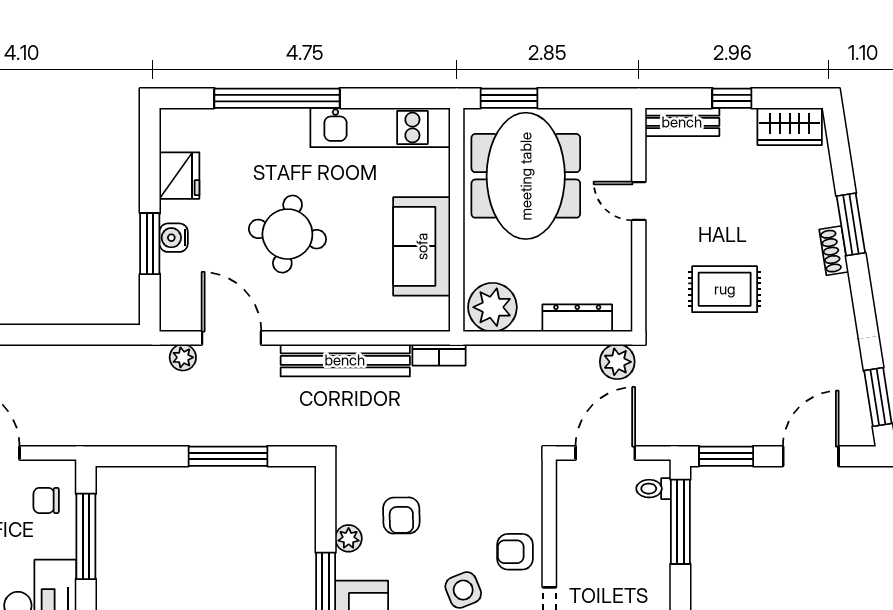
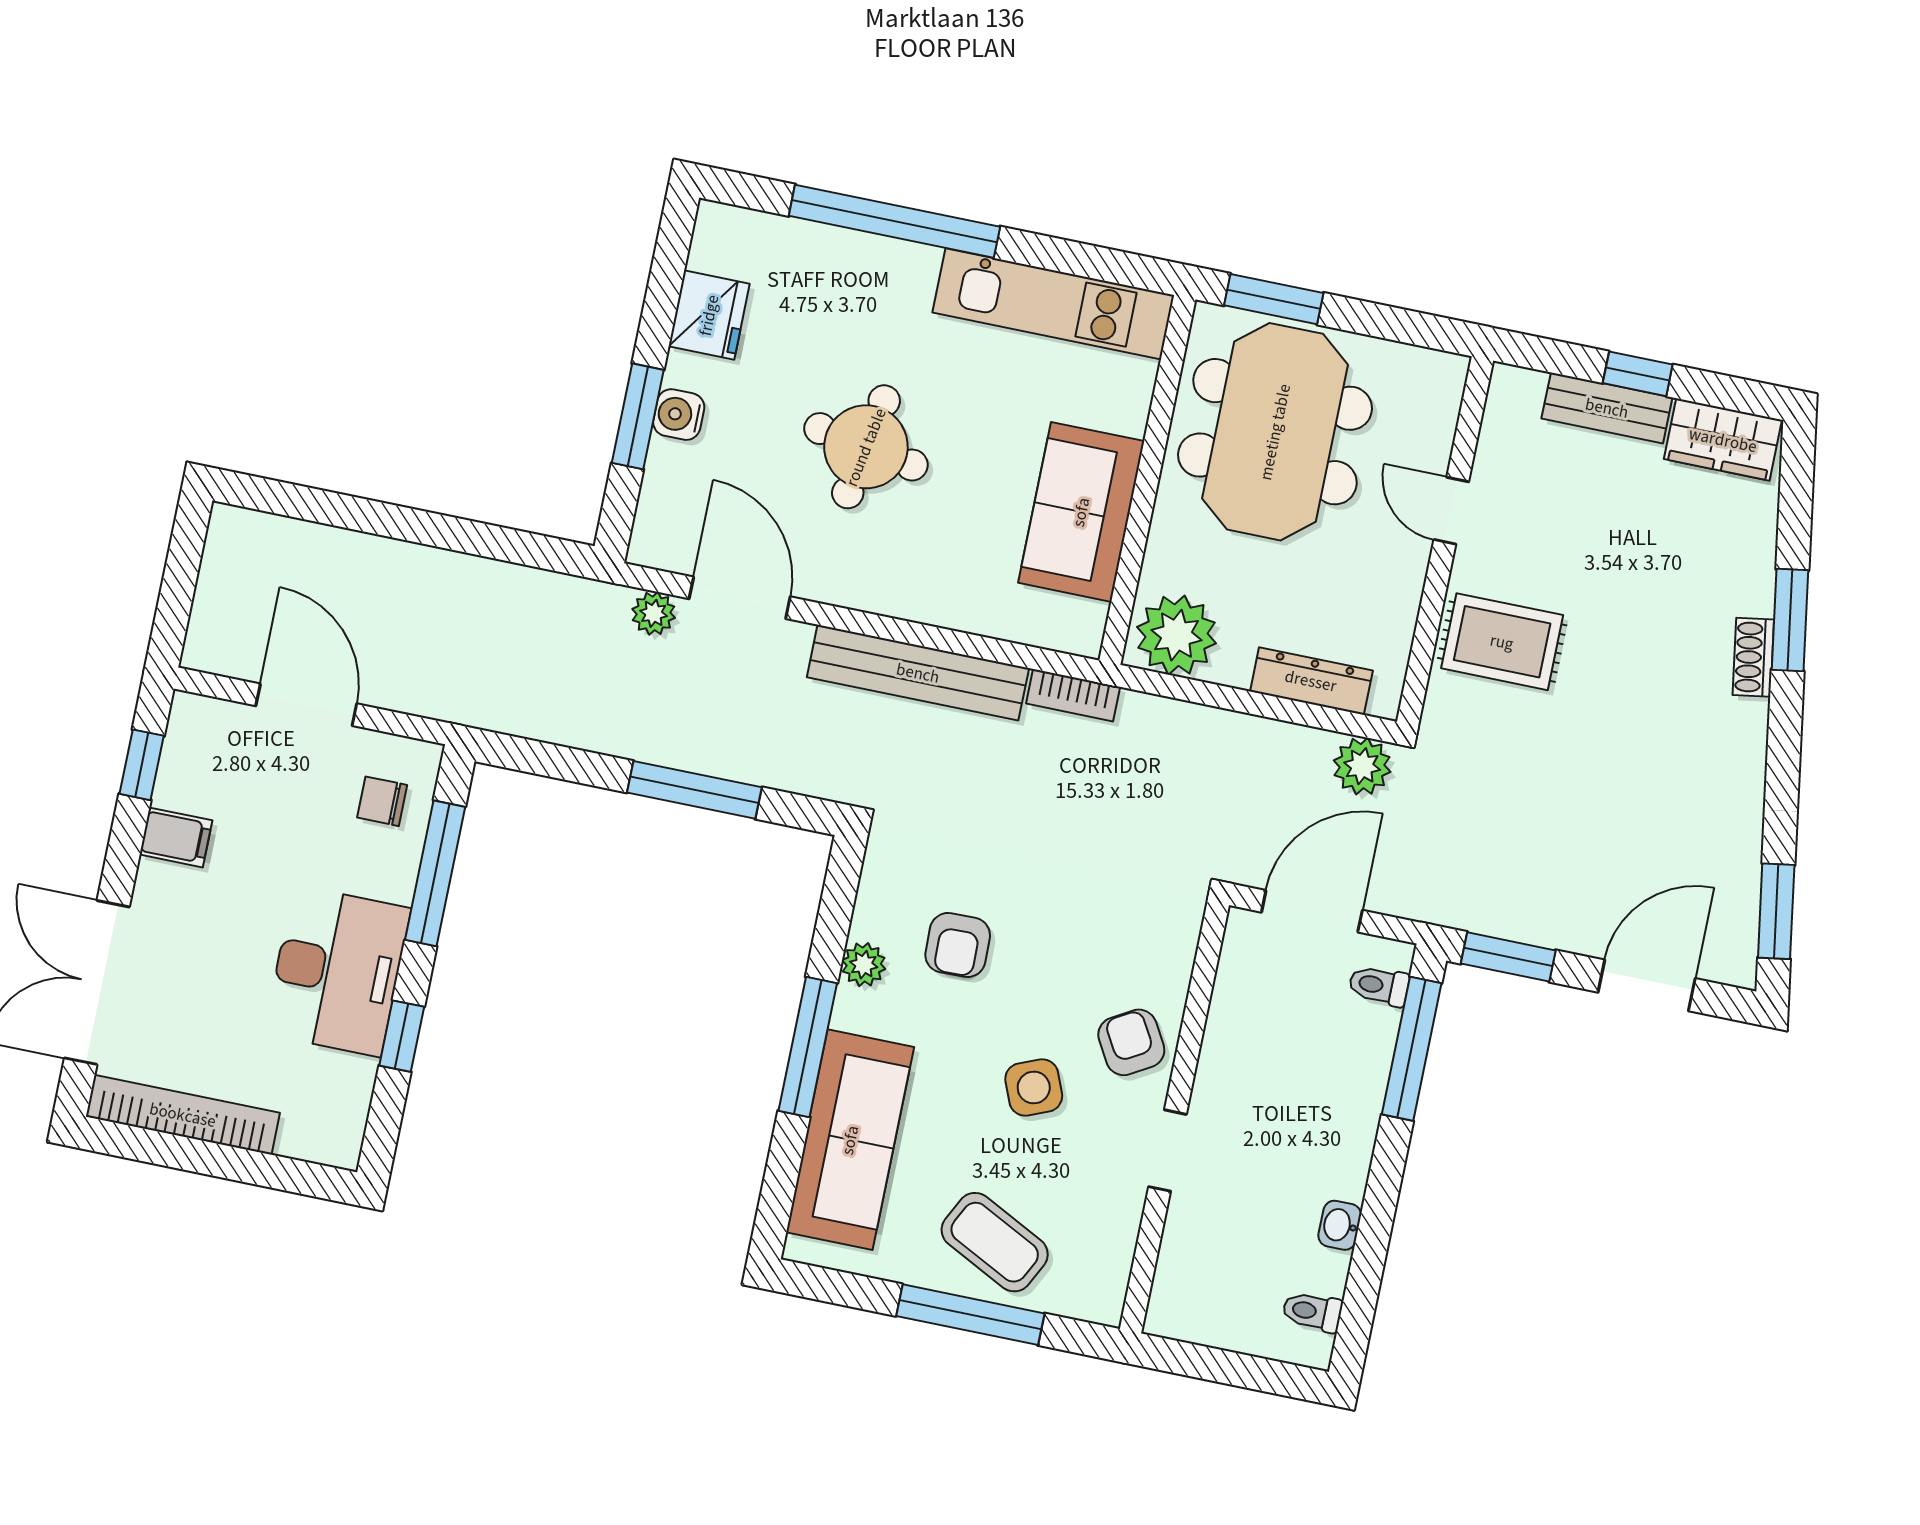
bench: (682, 122) -> (1607, 408), moved
rug: (725, 289) -> (1502, 642), moved
armchair: (515, 552) -> (1131, 1042), turned 60

